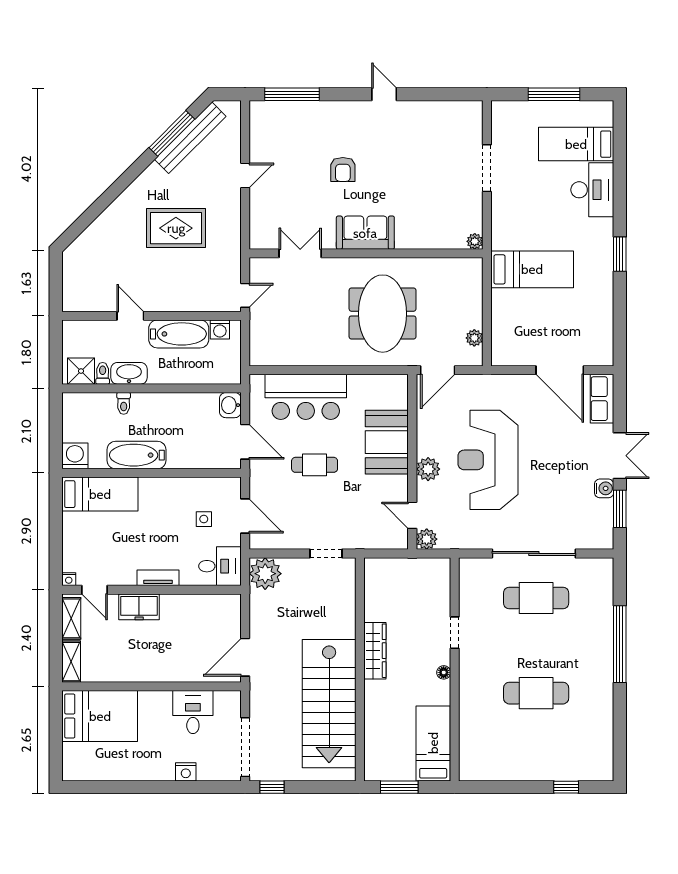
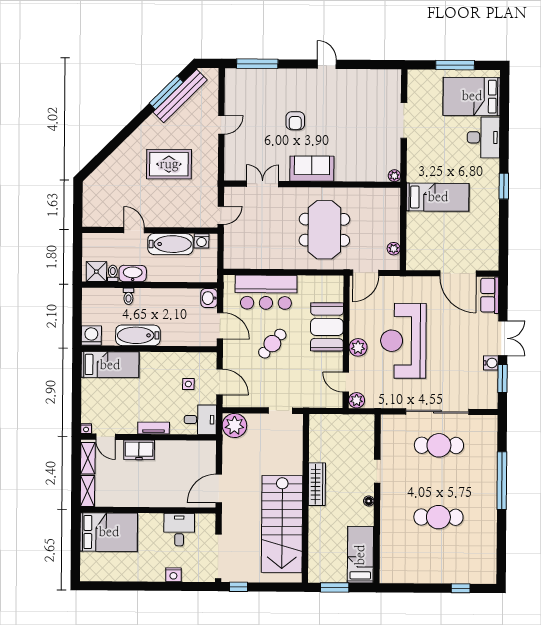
bed: (576, 144) -> (472, 96), width x1.50
cafe table: (315, 465) -> (272, 344), turned -49

